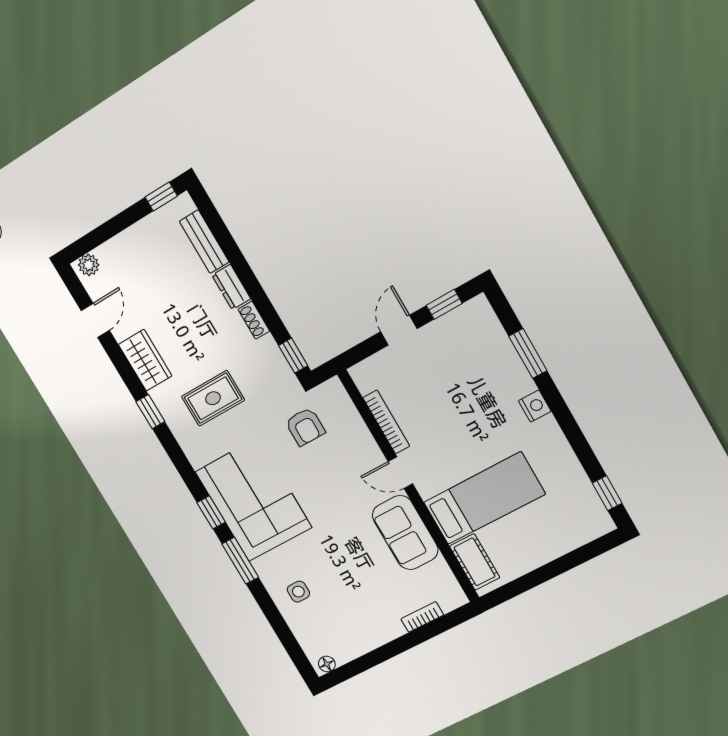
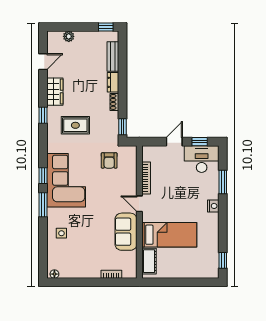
plant: (89, 265) -> (69, 36), moved
desk: (466, 334) -> (202, 159), added

